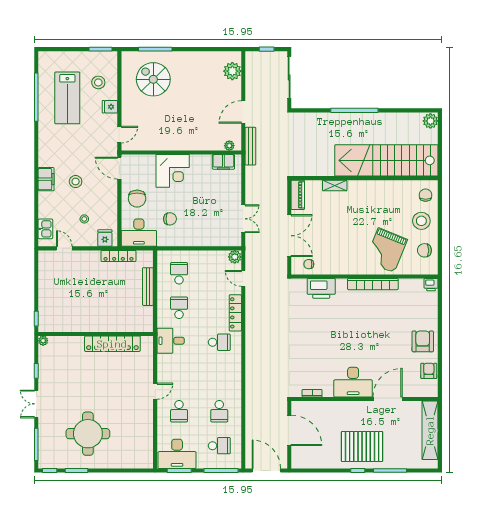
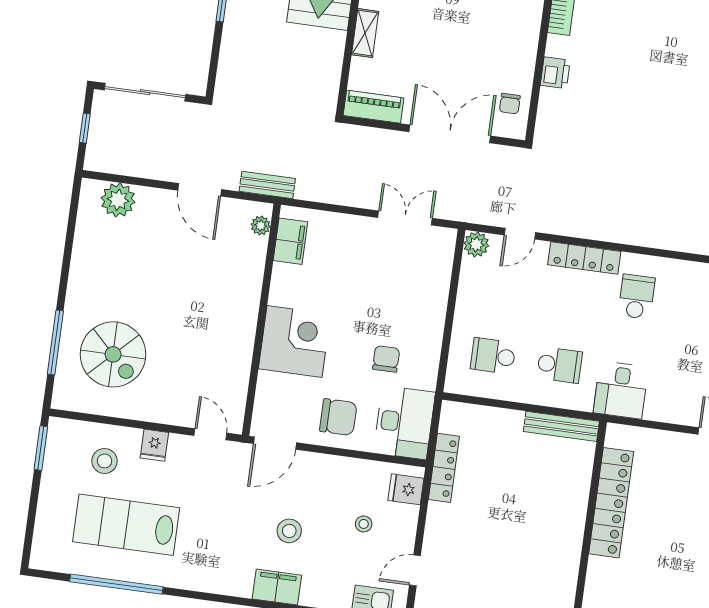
spiral stairs: (153, 79) -> (113, 354), turned -90
lab bench: (67, 98) -> (126, 525), turned 180
bench: (250, 146) -> (267, 185), width x0.73
bench: (148, 287) -> (561, 426), moved
printer: (321, 288) -> (555, 73), width x0.53, depth x0.68
school desk: (179, 308) -> (559, 365), turned 180

